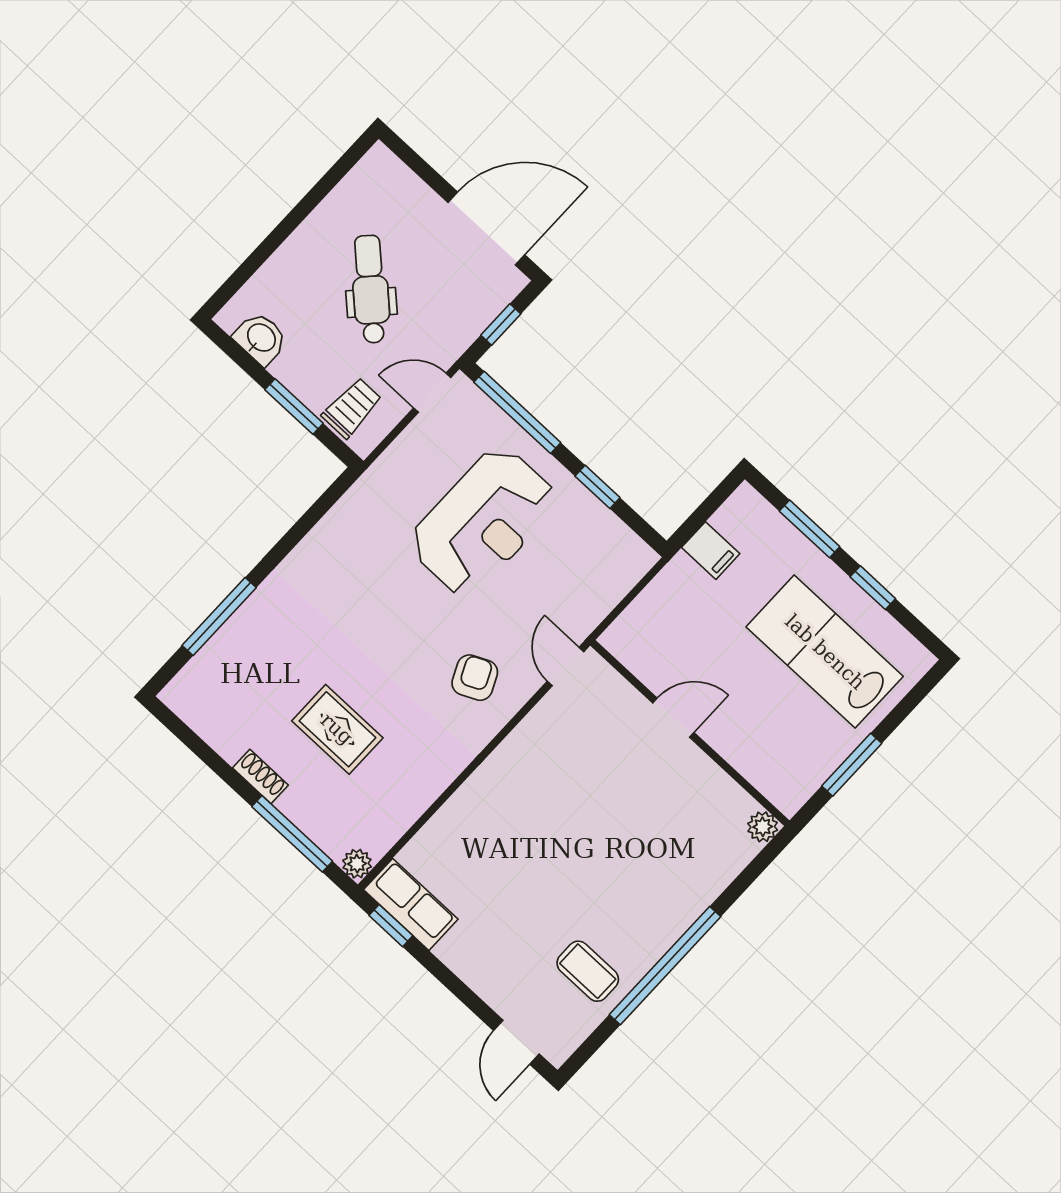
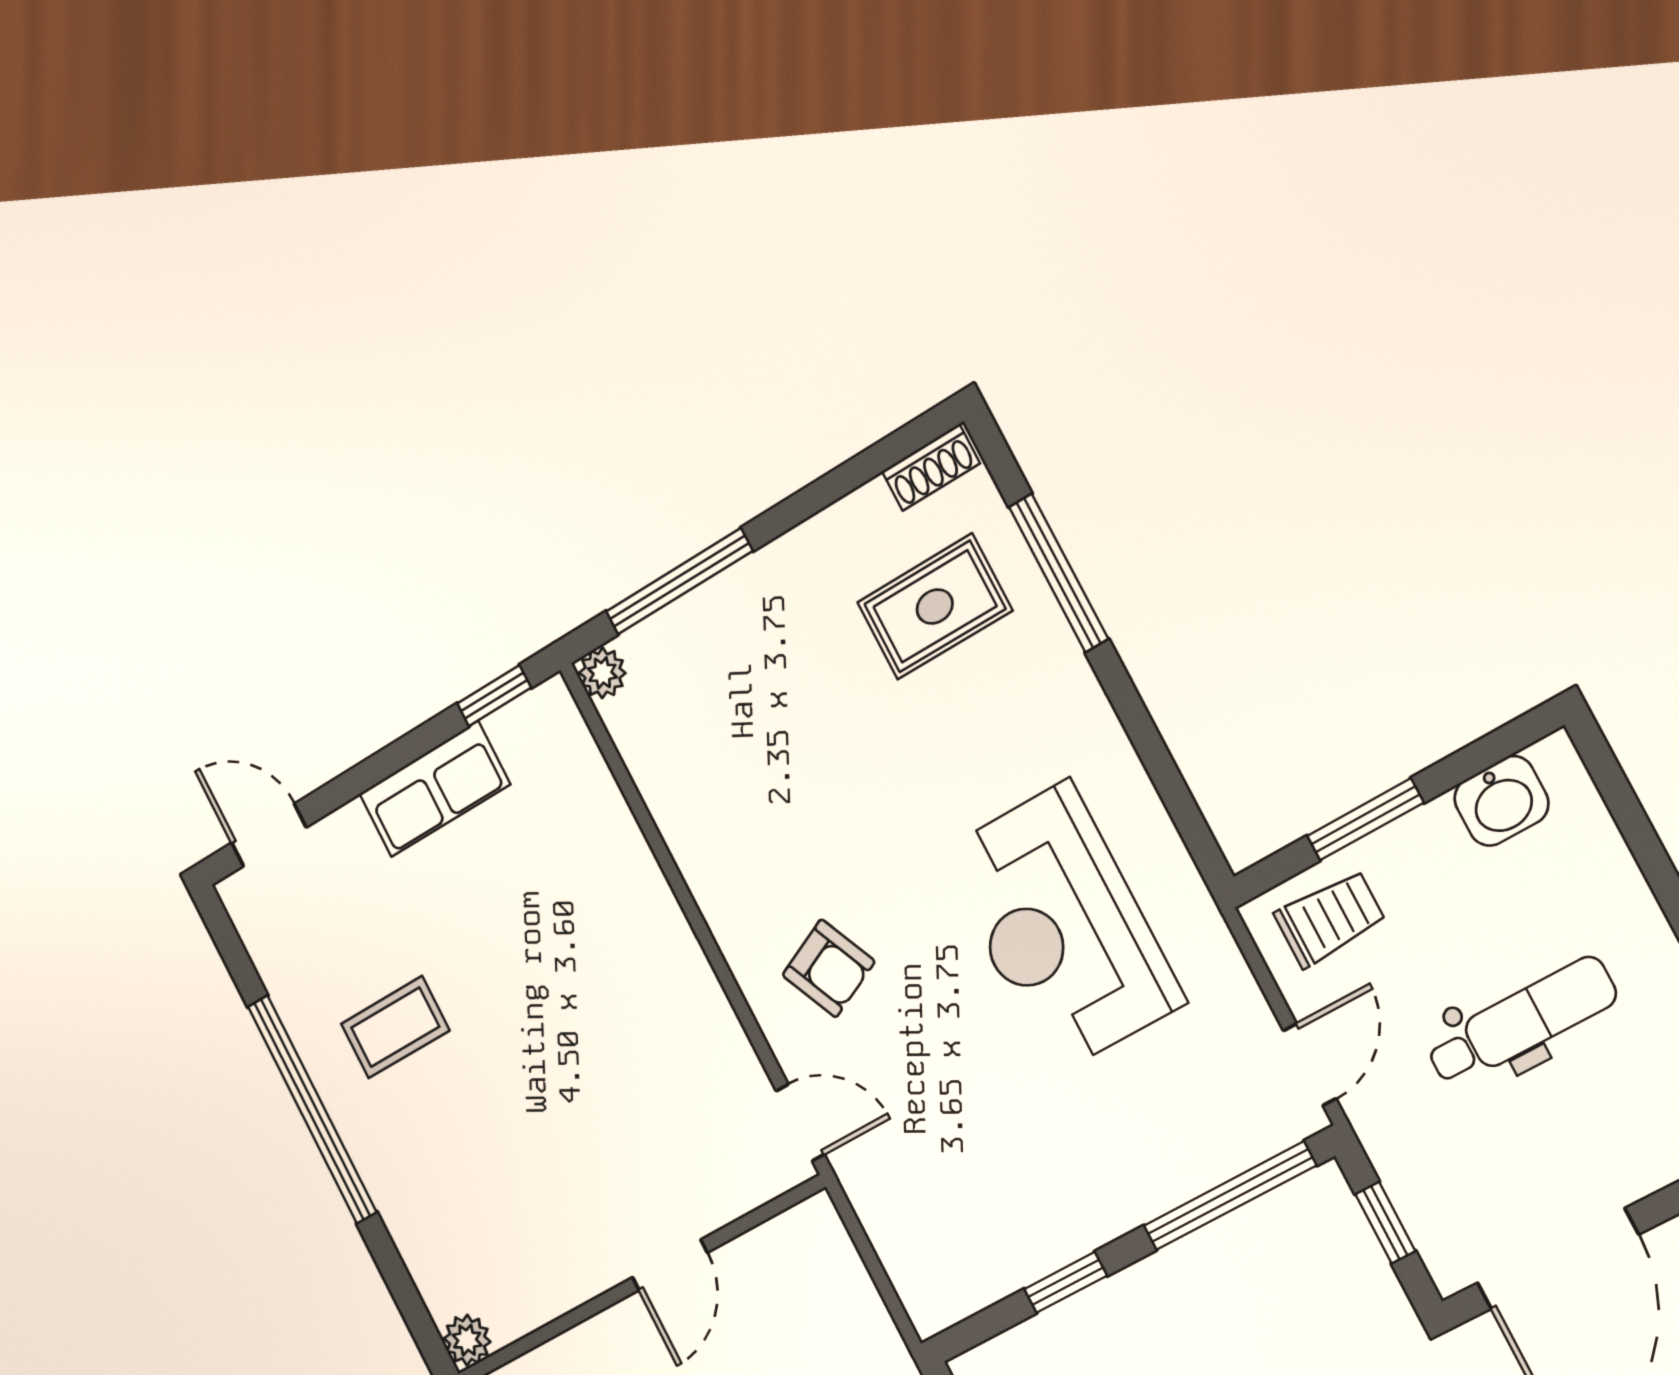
dental chair: (371, 289) -> (1521, 1022), turned -43
trolley: (352, 408) -> (1330, 918), turned -90
reception desk: (483, 522) -> (1061, 928), moved
rug: (337, 729) -> (935, 607), moved
shoe rack: (260, 776) -> (931, 467), moved
row of seats: (411, 904) -> (435, 789), moved
coffee table: (588, 971) -> (395, 1027), moved

